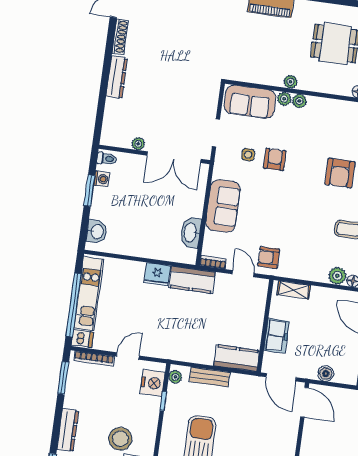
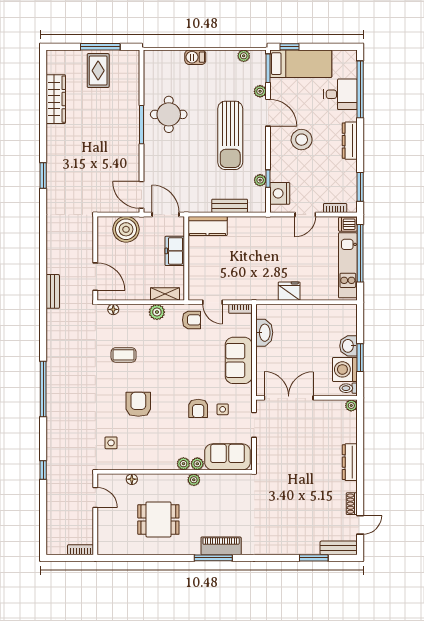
shoe rack: (120, 37) -> (352, 504), width x0.70
plant: (138, 144) -> (351, 406), moved
washing machine: (102, 179) -> (345, 369), width x1.89, depth x1.89
washbasin: (97, 232) -> (348, 346), moved
plant: (337, 276) -> (157, 312), moved
kitchen counter: (192, 280) -> (257, 291), removed
bookcase: (94, 359) -> (335, 208), width x0.64
boiler: (326, 374) -> (126, 229), width x1.86, depth x1.86
plant: (175, 377) -> (260, 180), moved

